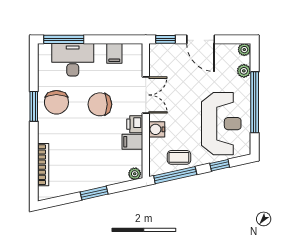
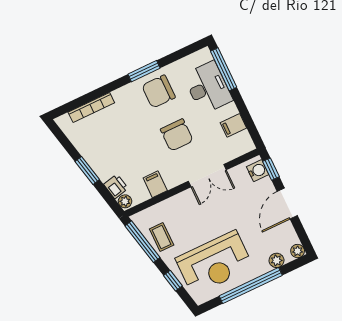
chair: (100, 104) -> (177, 135), turned 180
printer: (135, 124) -> (116, 186), moved, turned 78
water cooler: (157, 129) -> (258, 171), moved, turned 90

